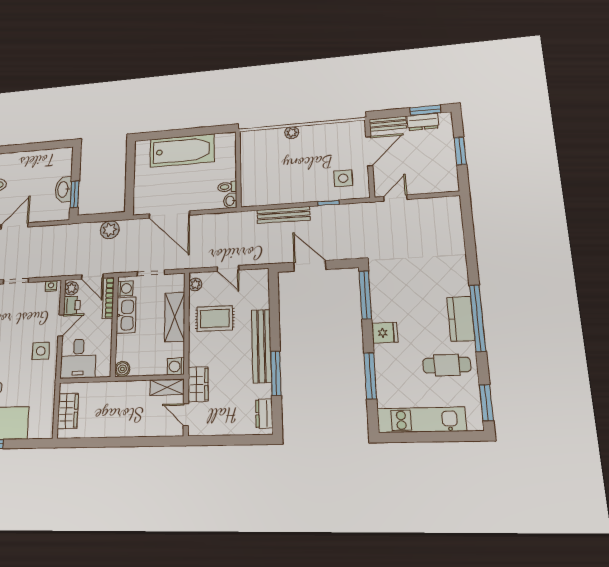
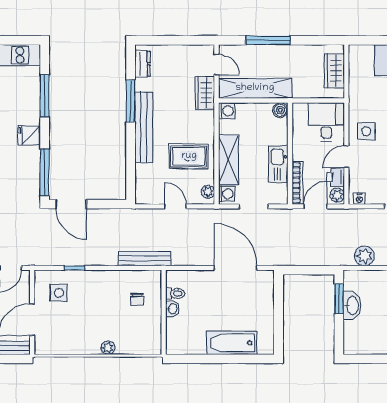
bathtub: (182, 151) -> (232, 343), width x0.73, depth x0.73
chair: (264, 179) -> (137, 299), added
washbasin: (230, 201) -> (172, 309), moved
bench: (283, 215) -> (145, 259), moved
plant: (110, 230) -> (364, 256), moved
door: (310, 266) -> (71, 204), moved
door: (92, 276) -> (315, 206), hinge flipped
washing machine: (125, 289) -> (226, 194), moved, turned 180
shelving: (167, 387) -> (255, 88), width x2.20, depth x1.33
window: (132, 442) -> (268, 40), added

